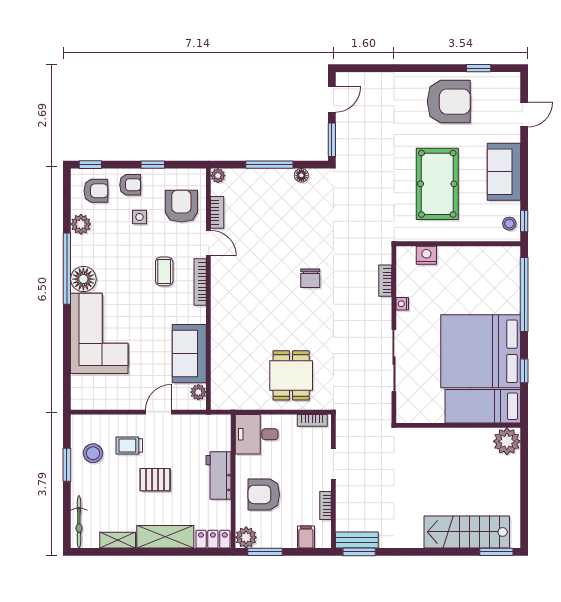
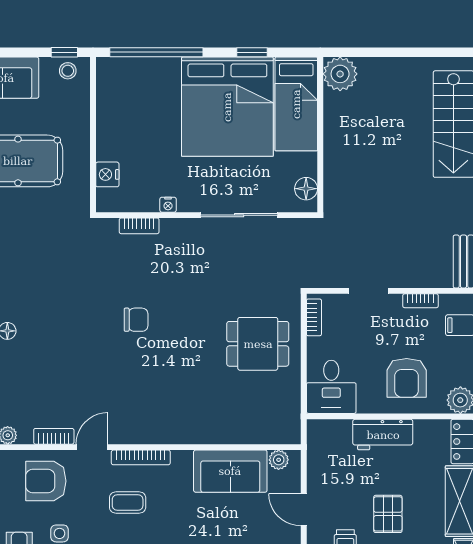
floor lamp: (415, 414) -> (306, 189), added

